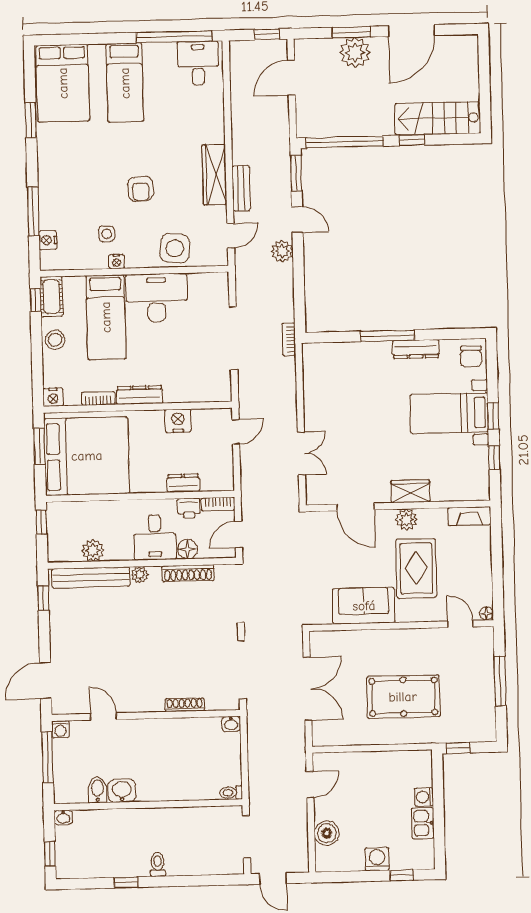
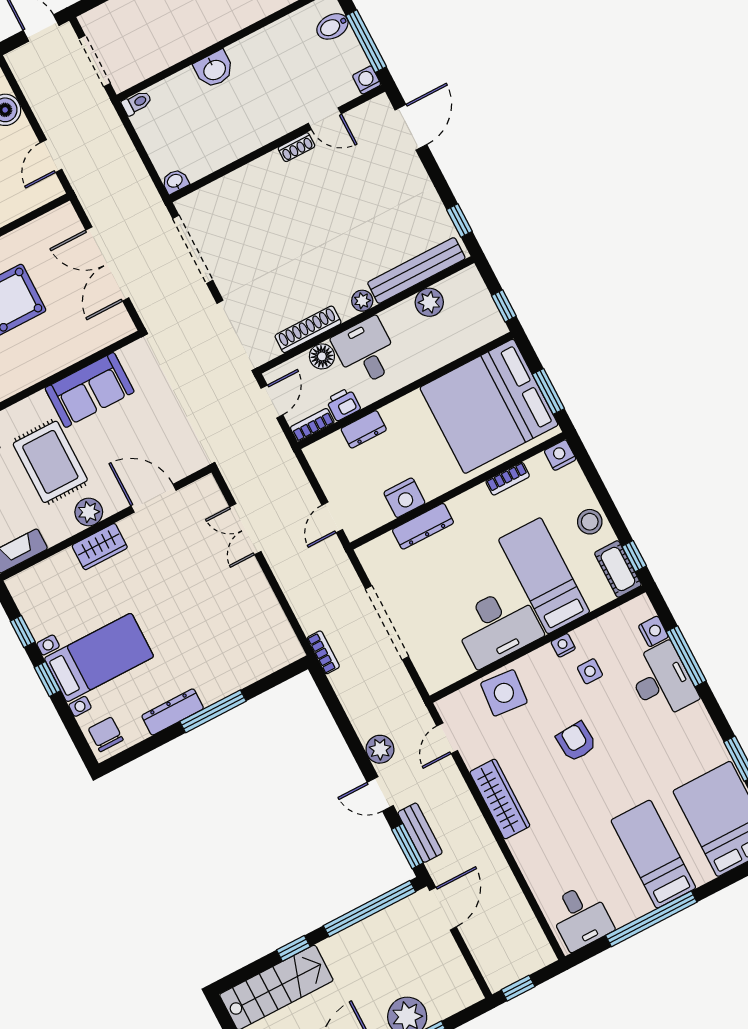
window: (174, 37) -> (651, 919), moved
door: (292, 78) -> (443, 909), moved
bench: (241, 188) -> (420, 833), moved
desk: (59, 202) -> (662, 681), added
dresser: (140, 395) -> (423, 526), moved
shoe rack: (185, 705) -> (296, 147), moved, width x0.70
bidet: (97, 790) -> (332, 26), moved, turned 90
washbasin: (122, 791) -> (214, 69), moved

